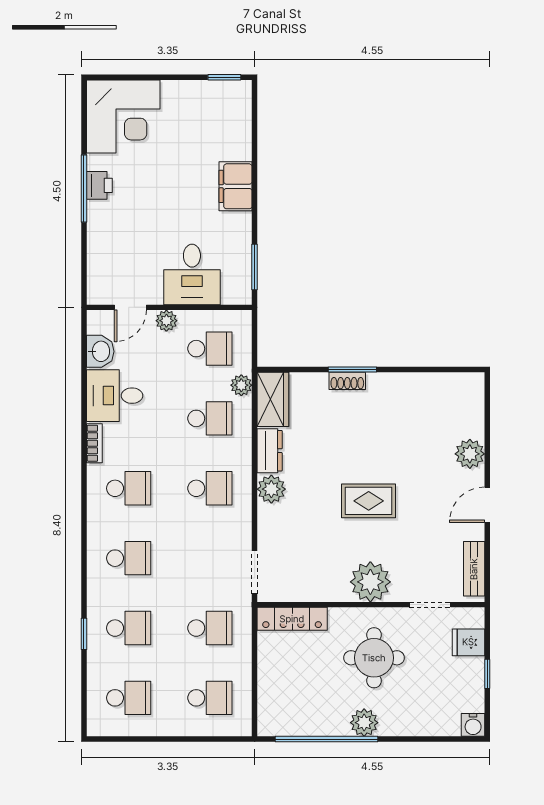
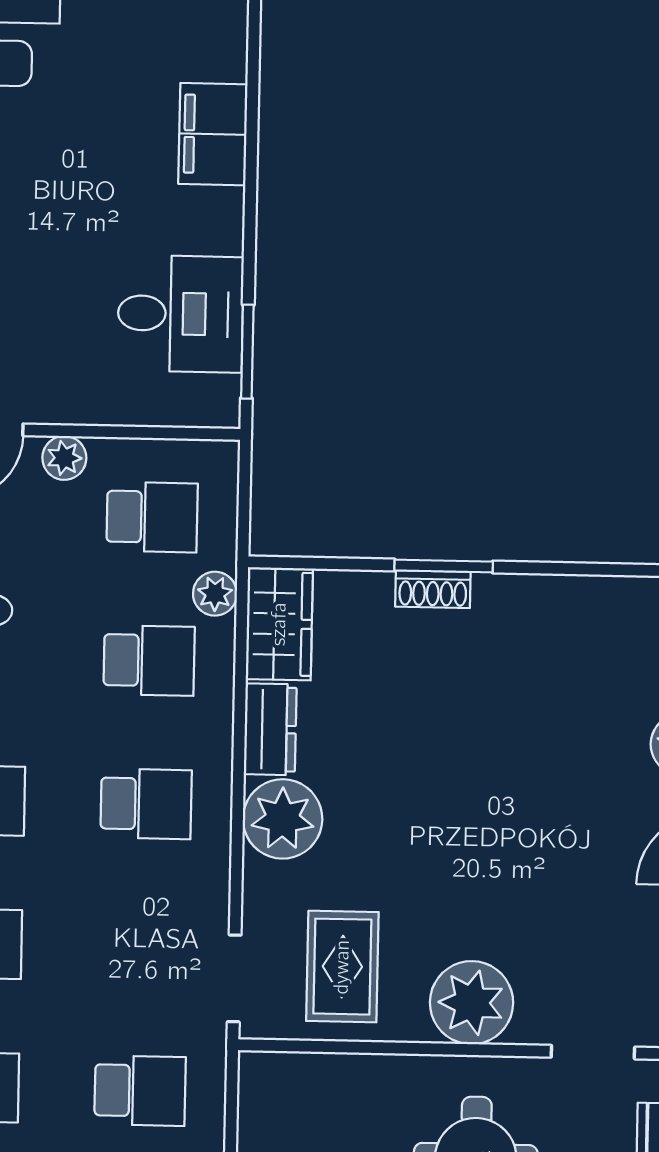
filing cabinet: (236, 186) -> (213, 134), moved
desk: (192, 274) -> (180, 314), moved, turned -90
plant: (271, 489) -> (283, 819), width x1.36, depth x1.36
rug: (369, 501) -> (342, 967), moved, turned 90
locker: (292, 619) -> (309, 1075), removed

